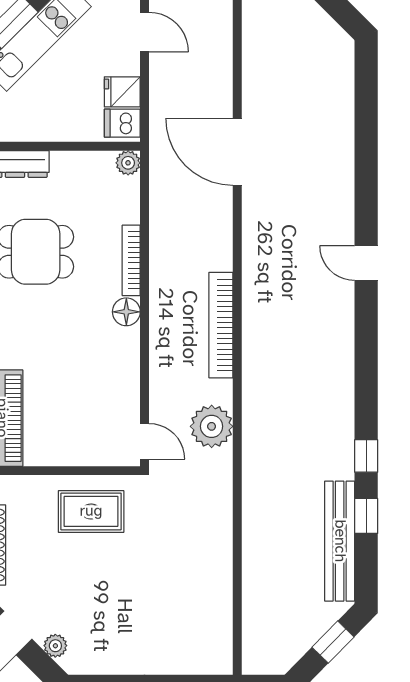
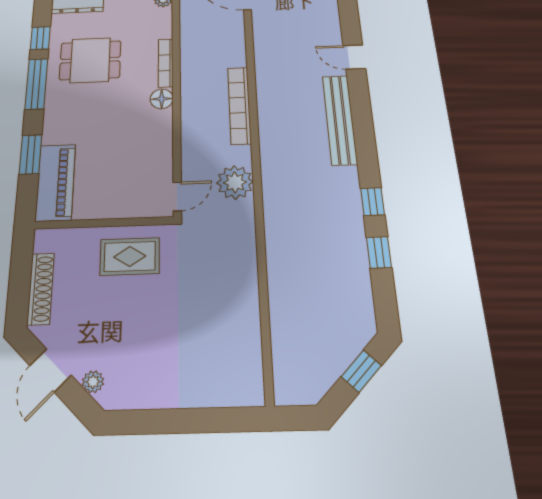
door: (145, 441) -> (177, 196), hinge flipped
bench: (340, 541) -> (340, 120), moved

